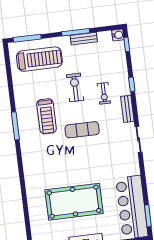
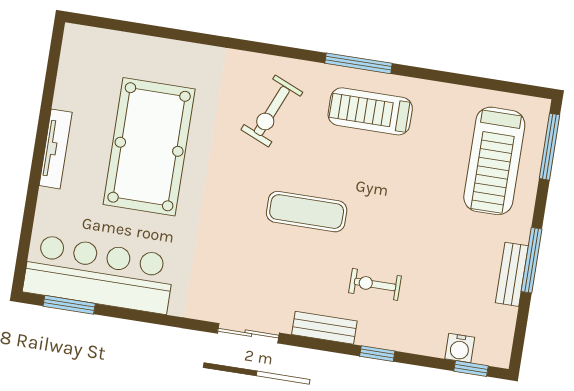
water cooler: (118, 35) -> (460, 348), moved
exercise bike: (75, 87) -> (272, 111), moved, turned 113
treadmill: (47, 116) -> (370, 111), moved
exercise mat: (82, 130) -> (307, 212), turned 90

